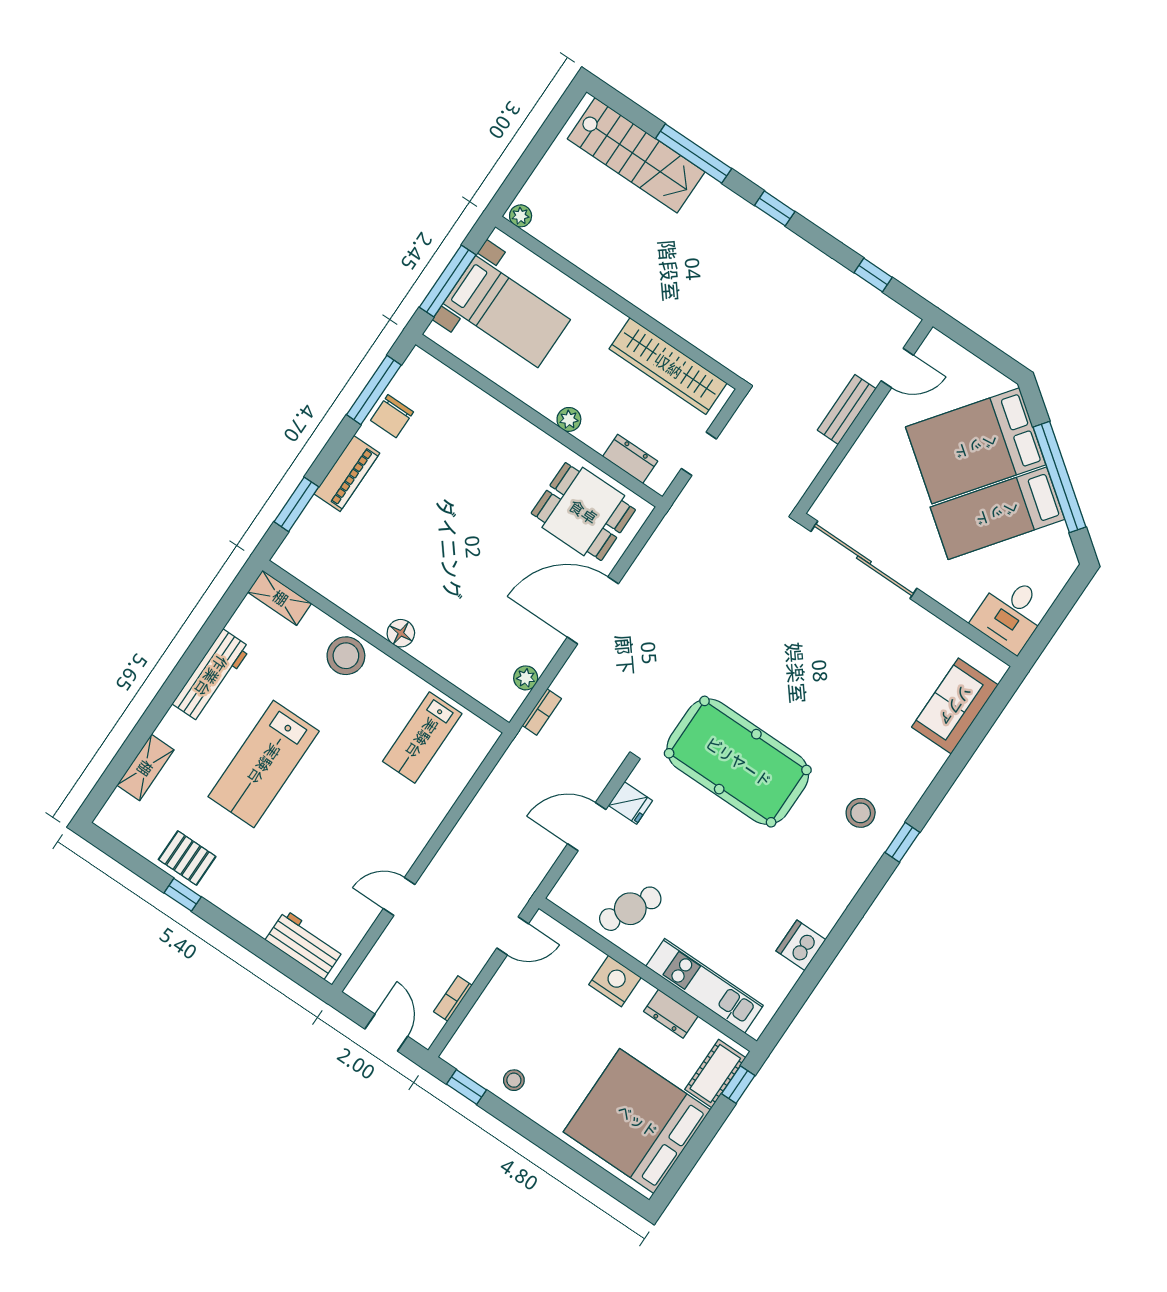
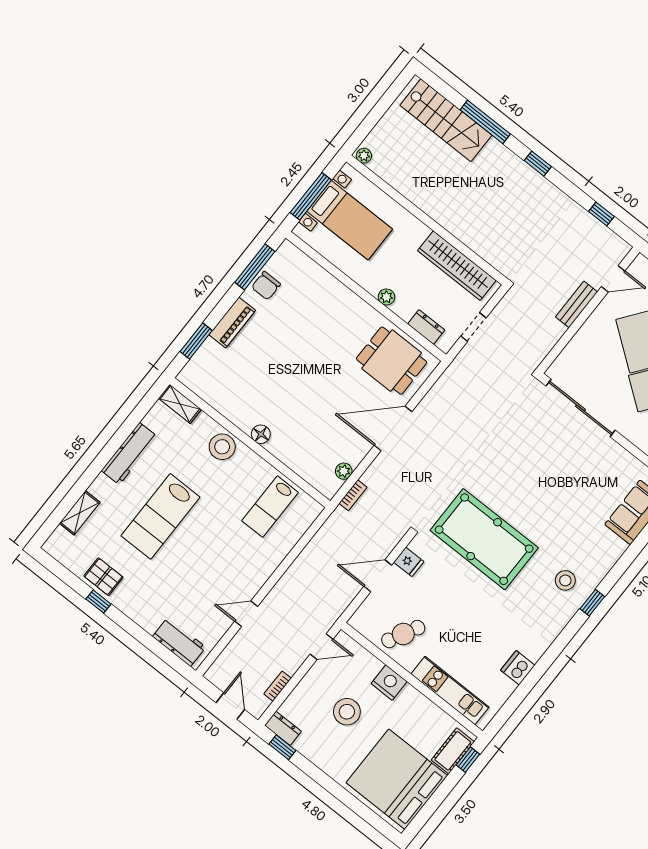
dresser: (671, 1014) -> (283, 728), moved, turned 180
stool: (514, 1080) -> (347, 712), moved, width x1.89, depth x1.89

